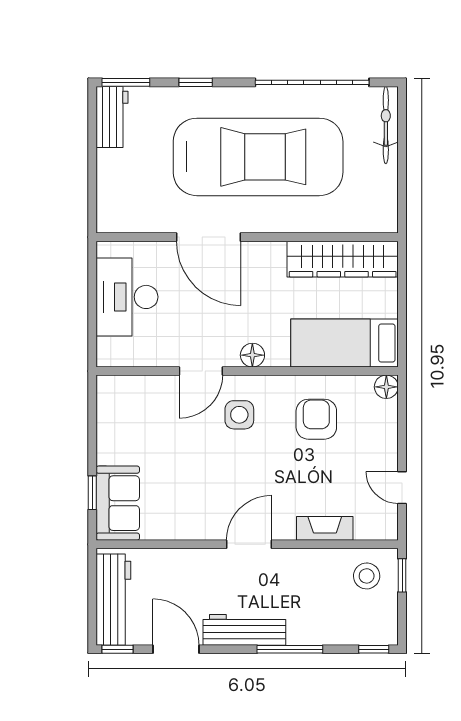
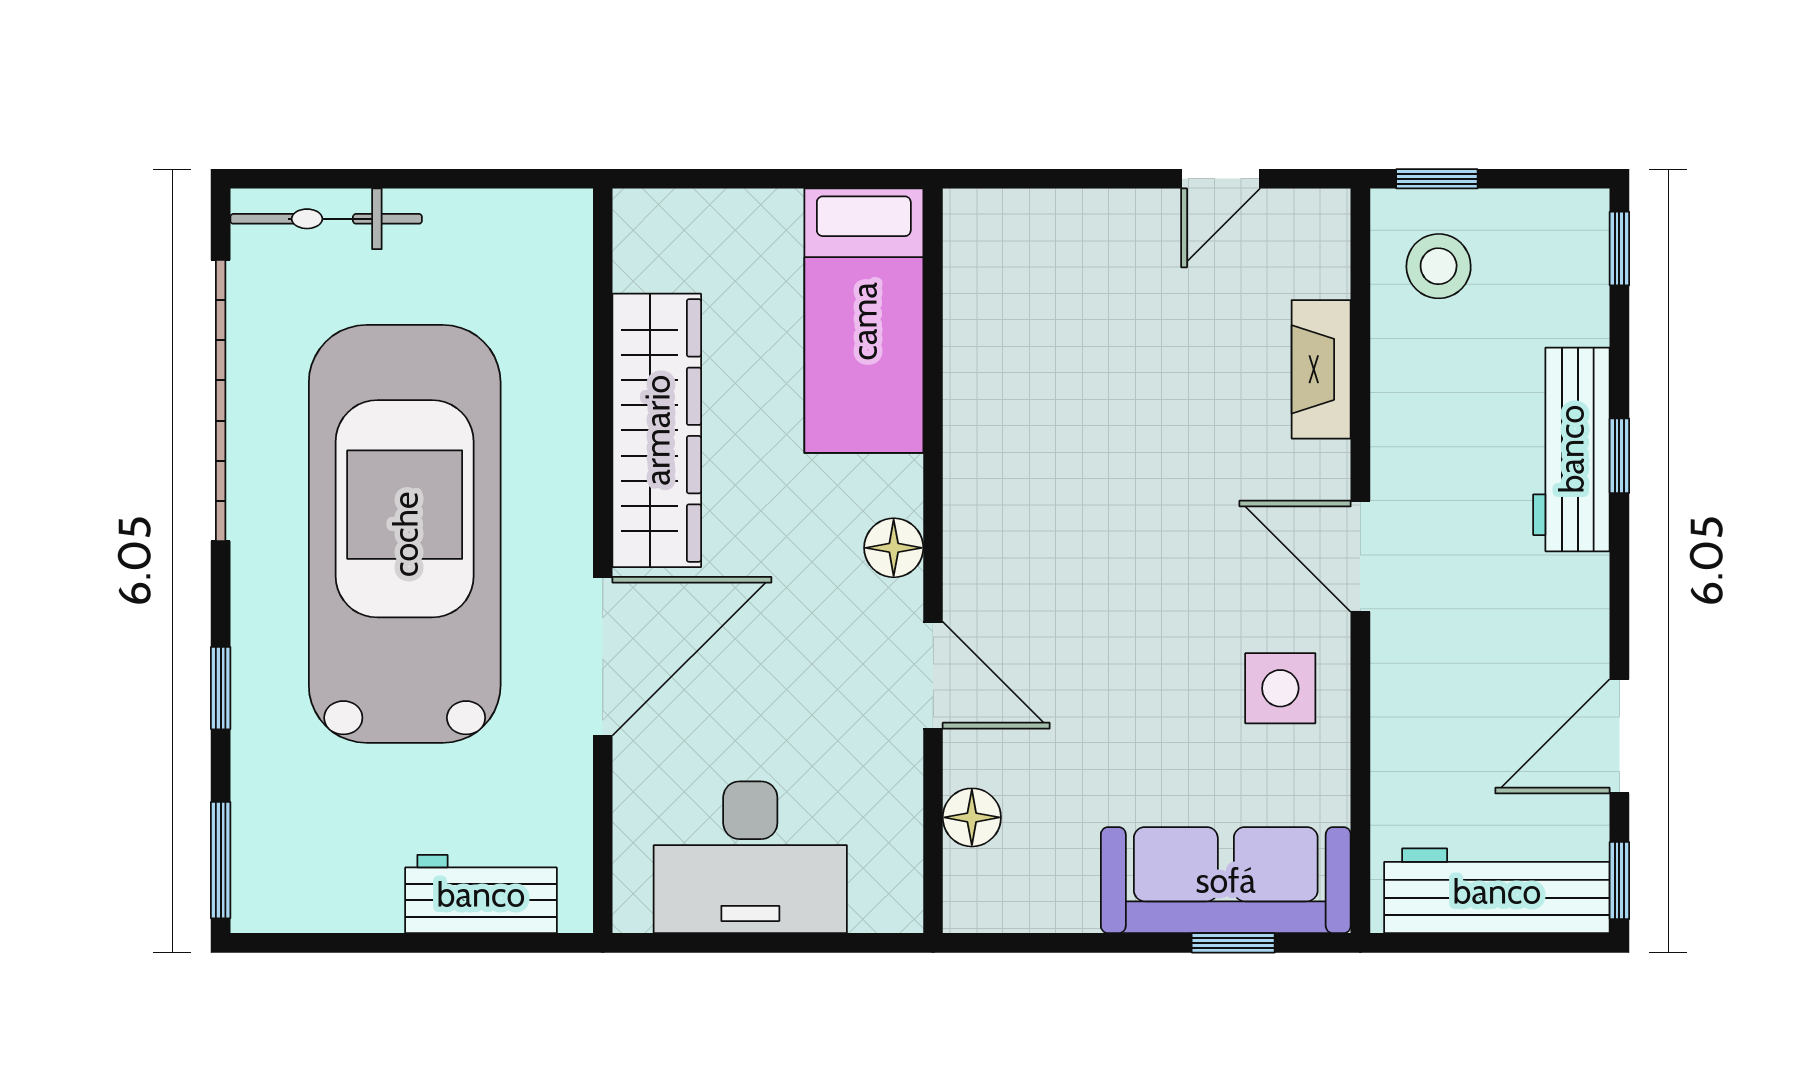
workbench: (112, 117) -> (481, 894), moved
wardrobe: (343, 259) -> (657, 430), moved
floor lamp: (386, 387) -> (972, 817), moved
side table: (239, 415) -> (1280, 688), moved
armchair: (316, 419) -> (1052, 390), removed
sofa: (118, 503) -> (1226, 880), width x1.36
workbench: (244, 630) -> (1571, 449), moved
window: (290, 649) -> (1619, 456), width x0.46

